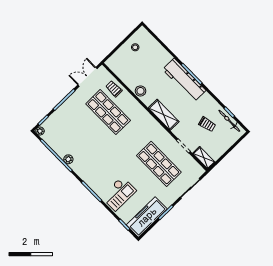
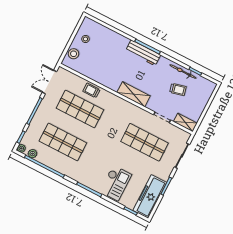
workbench: (184, 80) -> (143, 53), width x0.73, depth x0.76
trolley: (114, 89) -> (91, 90), moved
stool: (140, 91) -> (74, 54), moved
bicycle: (229, 121) -> (183, 72), moved
shop shelf: (82, 138) -> (63, 142), added
plant: (68, 159) -> (33, 154), moved

